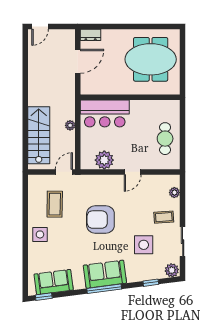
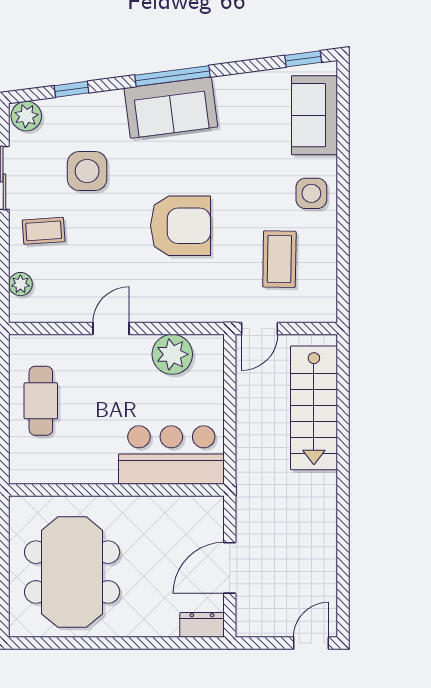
meeting table: (151, 59) -> (72, 572), turned 90
plant: (70, 125) -> (246, 429), removed
sofa: (54, 282) -> (314, 115), moved, turned 97

